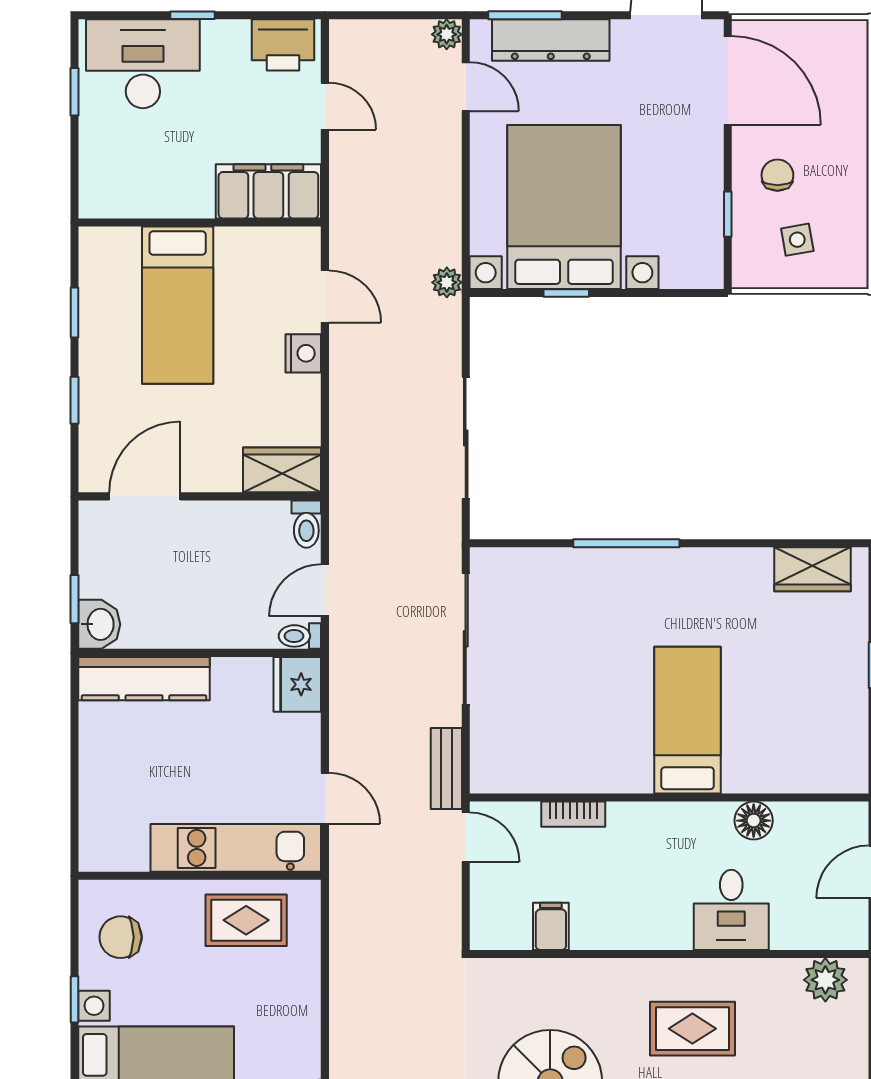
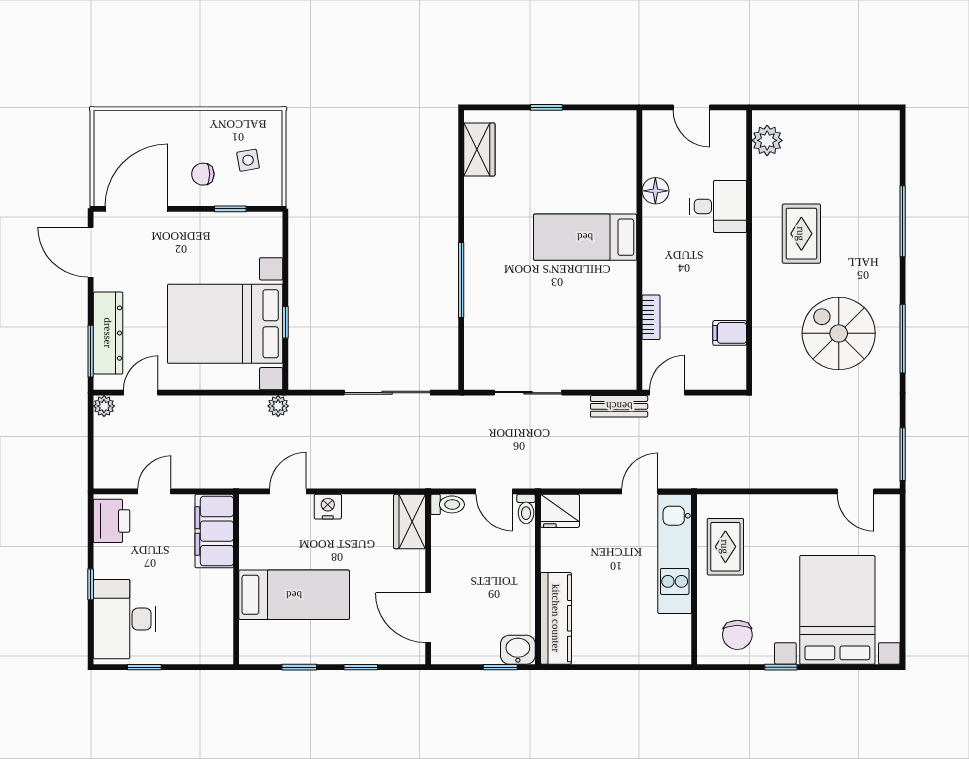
sliding door: (466, 639) -> (528, 393), width x0.73

